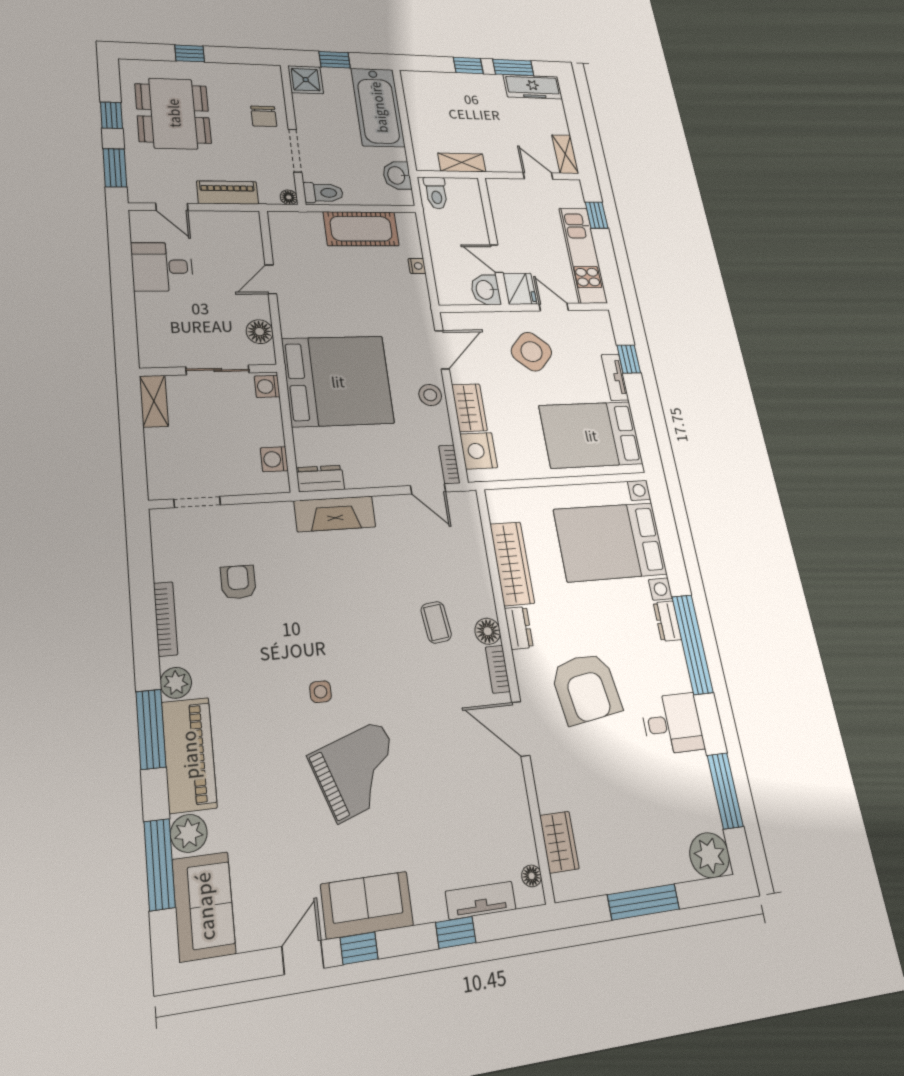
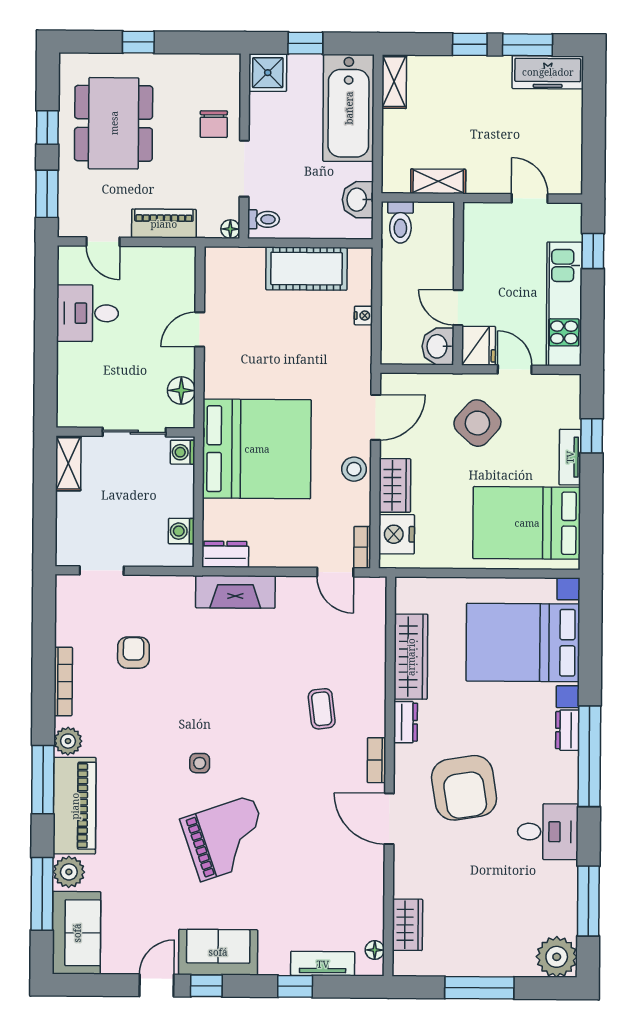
shelving: (565, 154) -> (394, 82), moved
toilet: (323, 193) -> (264, 219), width x0.73, depth x0.72
floor lamp: (488, 631) -> (373, 722), removed

